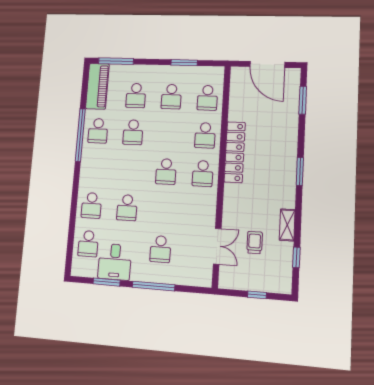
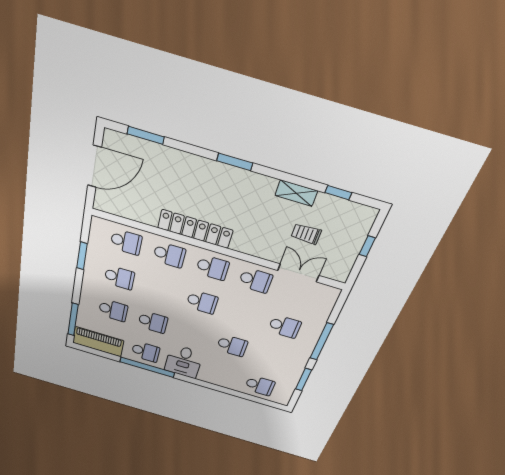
school desk: (91, 205) -> (256, 280), moved
desk: (115, 262) -> (184, 361), moved, turned 90

